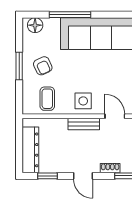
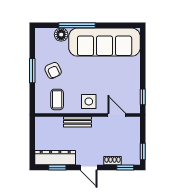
floor lamp: (35, 25) -> (61, 35), moved
bench: (84, 124) -> (78, 122), moved
dresser: (30, 150) -> (55, 158), moved, turned -90

